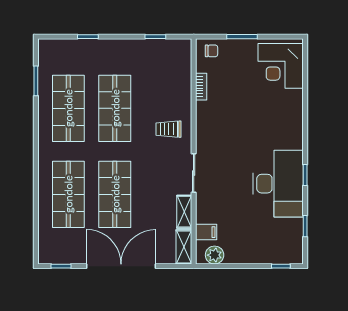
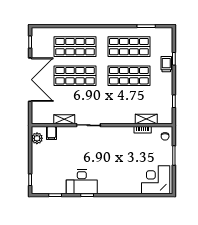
trolley: (168, 129) -> (166, 64), moved
desk: (278, 184) -> (82, 182), width x0.73, depth x0.77
shelving: (184, 247) -> (146, 119), moved

